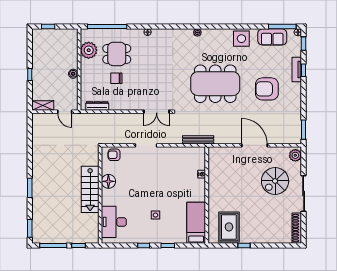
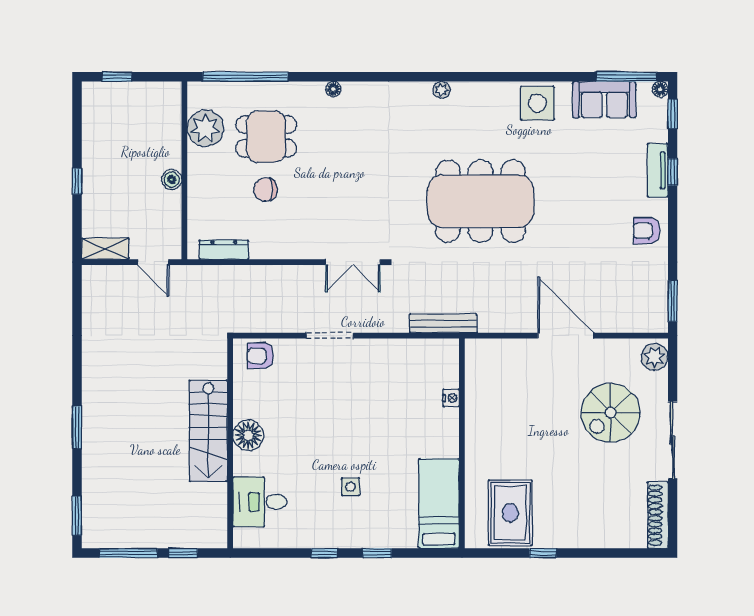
armchair: (267, 89) -> (647, 231), moved, width x0.53, depth x0.53
floor lamp: (108, 181) -> (248, 435), moved
desk: (114, 222) -> (260, 502), width x0.73

